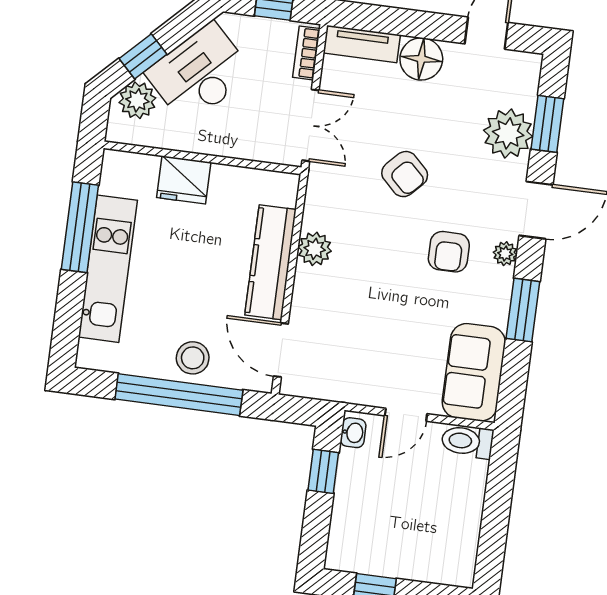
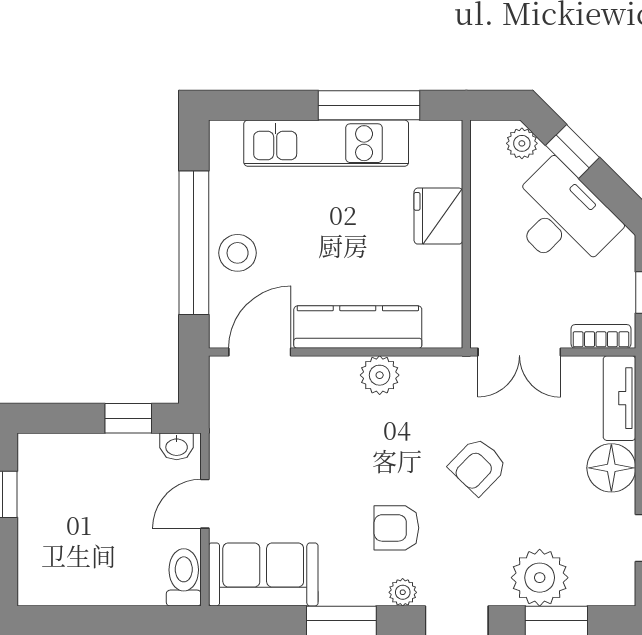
plant: (137, 100) -> (522, 143), width x0.73, depth x0.73
door: (406, 415) -> (205, 504), hinge flipped

